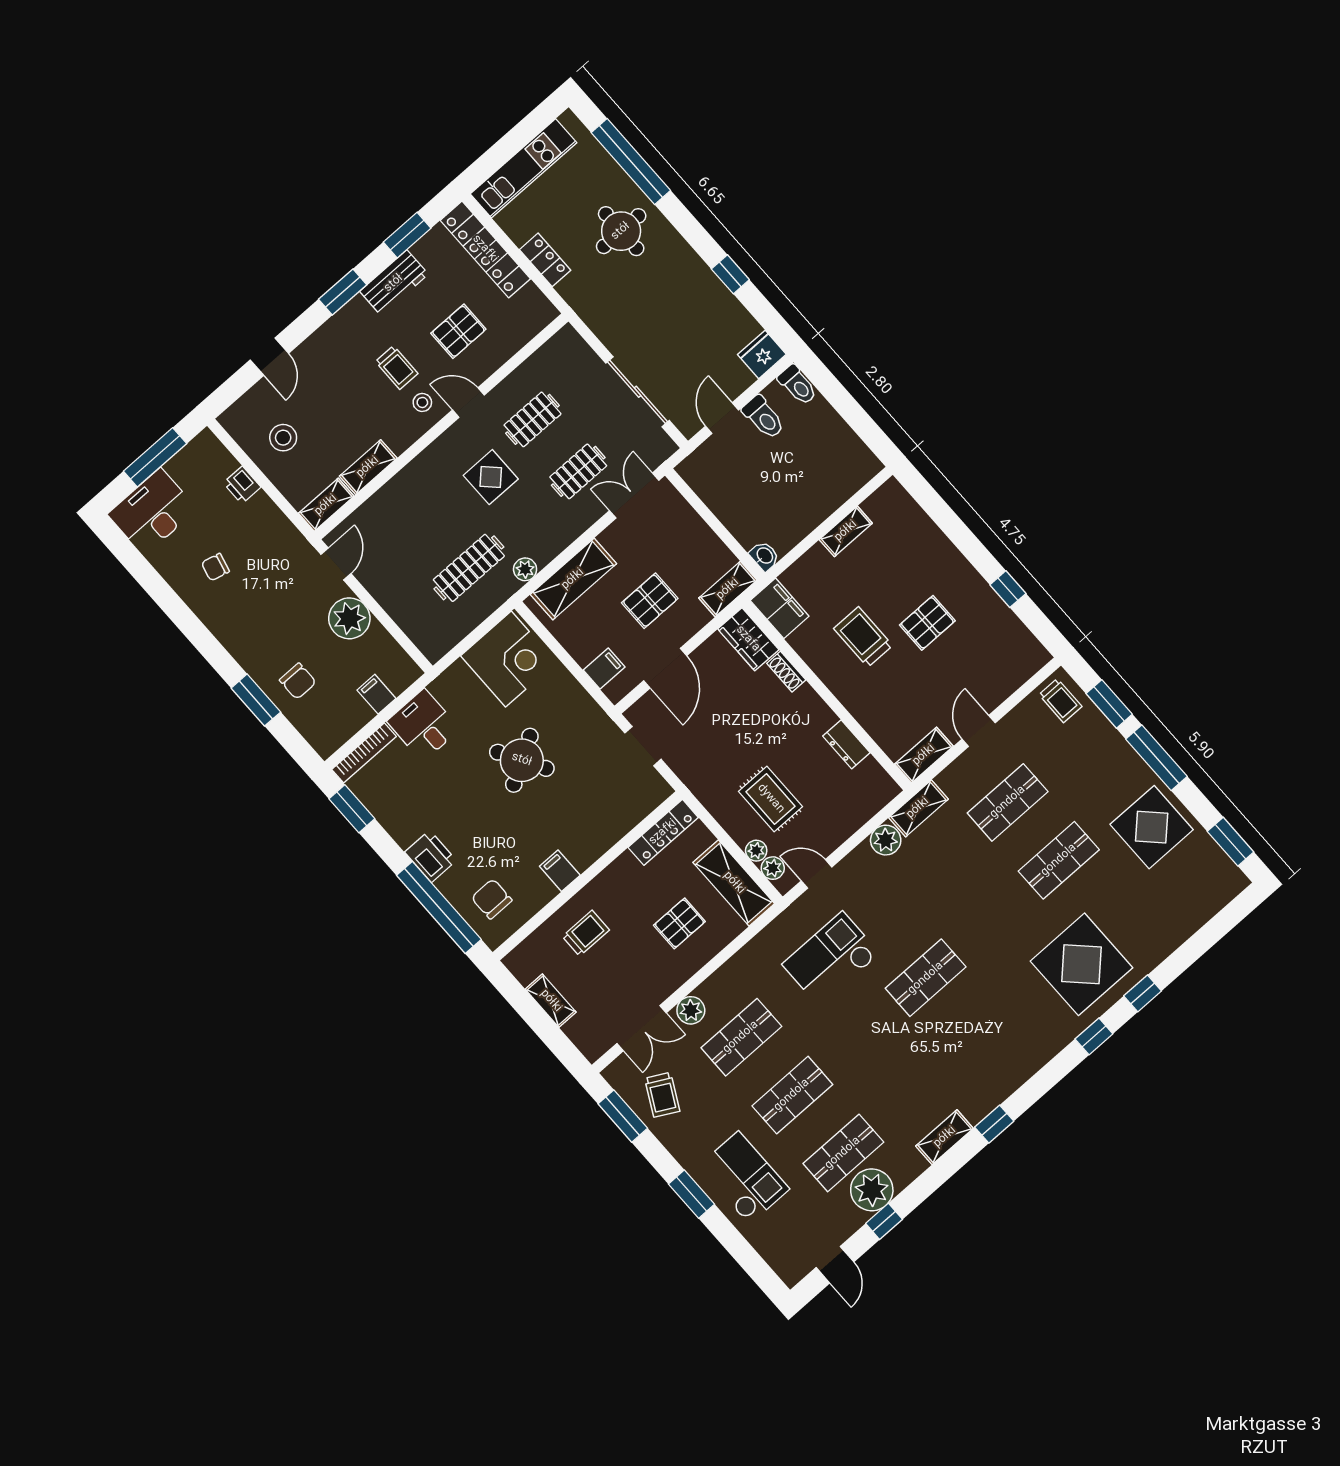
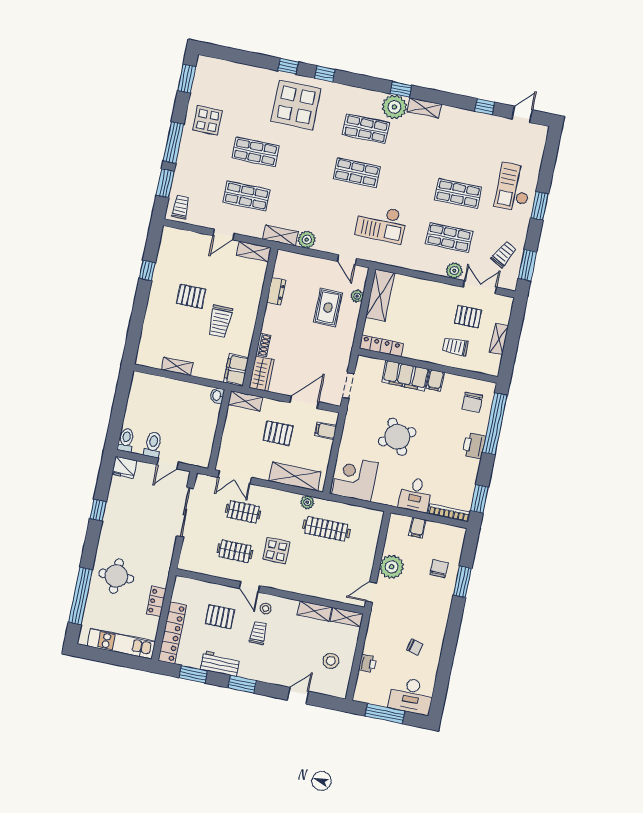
display table: (1152, 827) -> (208, 120), width x0.73, depth x0.73
filing cabinet: (597, 834) -> (405, 376), added
plant: (773, 868) -> (359, 282), removed
pallet: (679, 923) -> (468, 317), moved
shop shelf: (843, 1153) -> (366, 129), moved
plant: (872, 1190) -> (394, 107), moved

